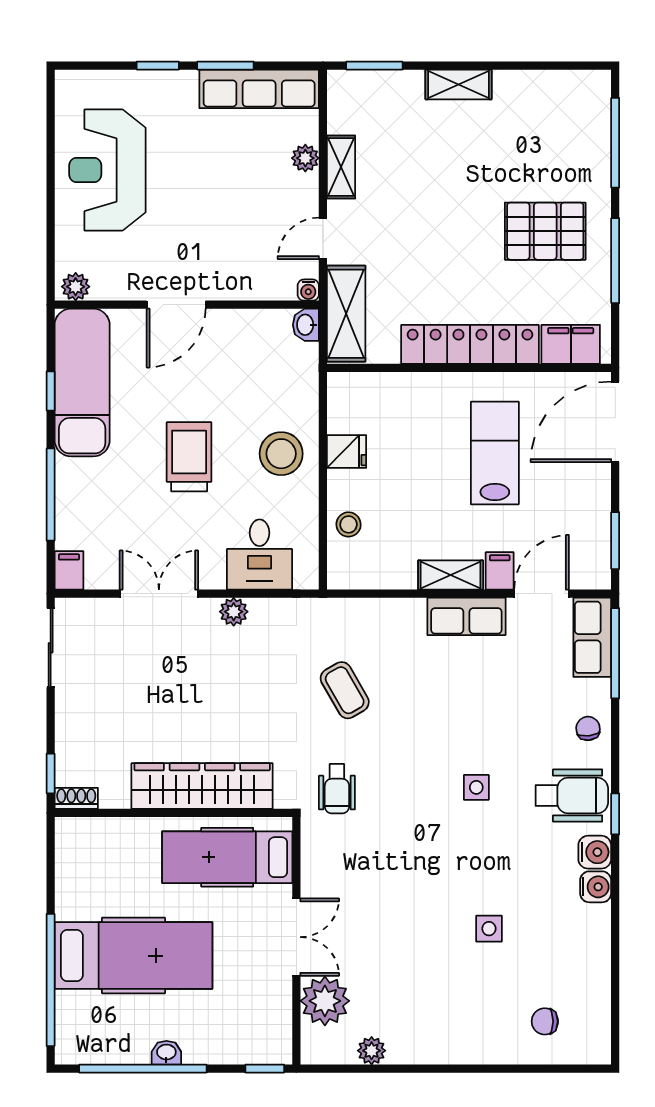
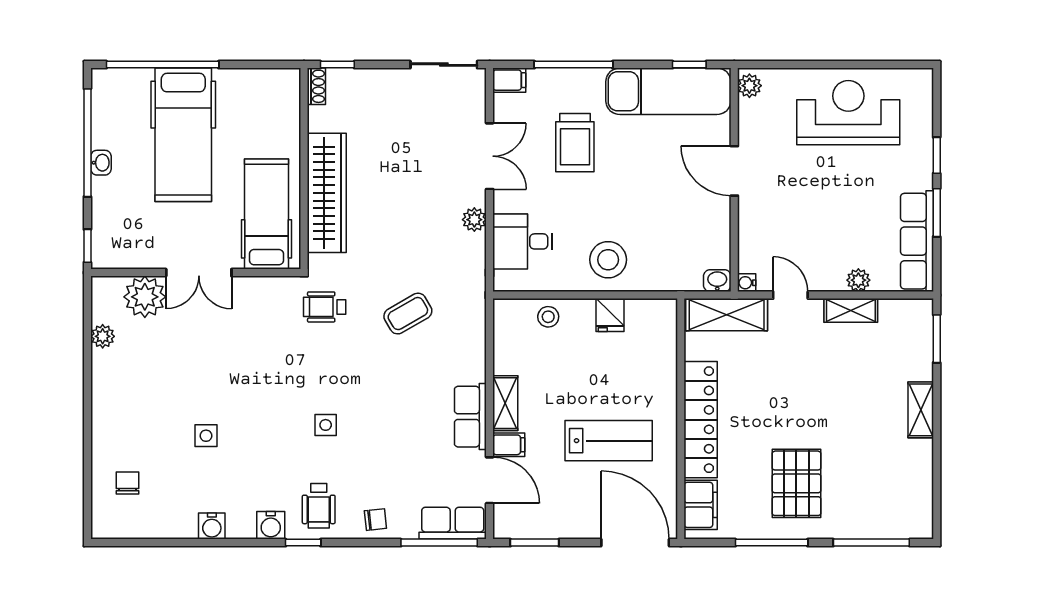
window: (51, 391) -> (689, 65), moved
trolley: (189, 457) -> (575, 143), moved, turned 90
wheelchair: (572, 796) -> (319, 506), width x0.73, depth x0.73
water cooler: (596, 887) -> (212, 526), moved

